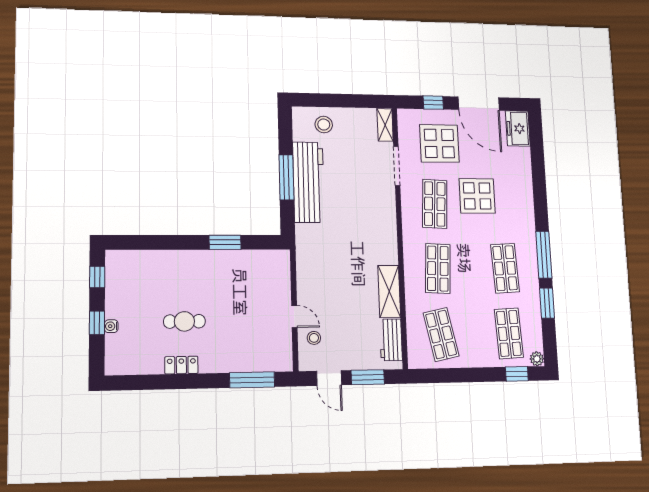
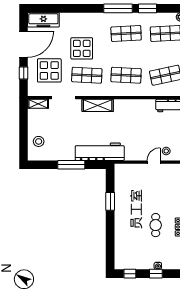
freezer: (518, 129) -> (43, 20), width x1.40
workbench: (308, 182) -> (100, 152), moved
shelving: (389, 291) -> (98, 105), moved

